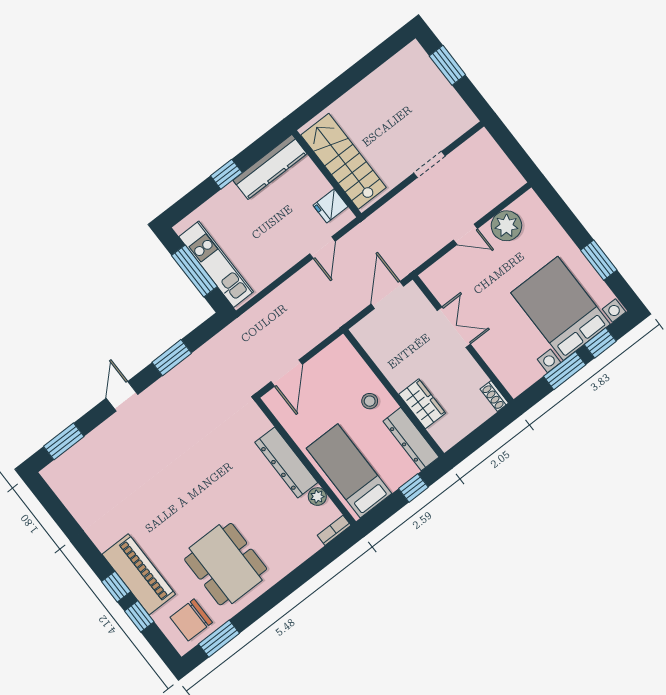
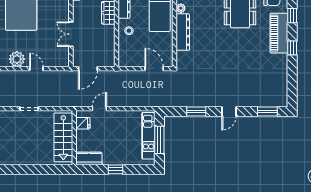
kitchen counter: (270, 167) -> (89, 159), width x0.67
door: (287, 373) -> (154, 69), hinge flipped
window: (116, 587) -> (292, 48), moved

